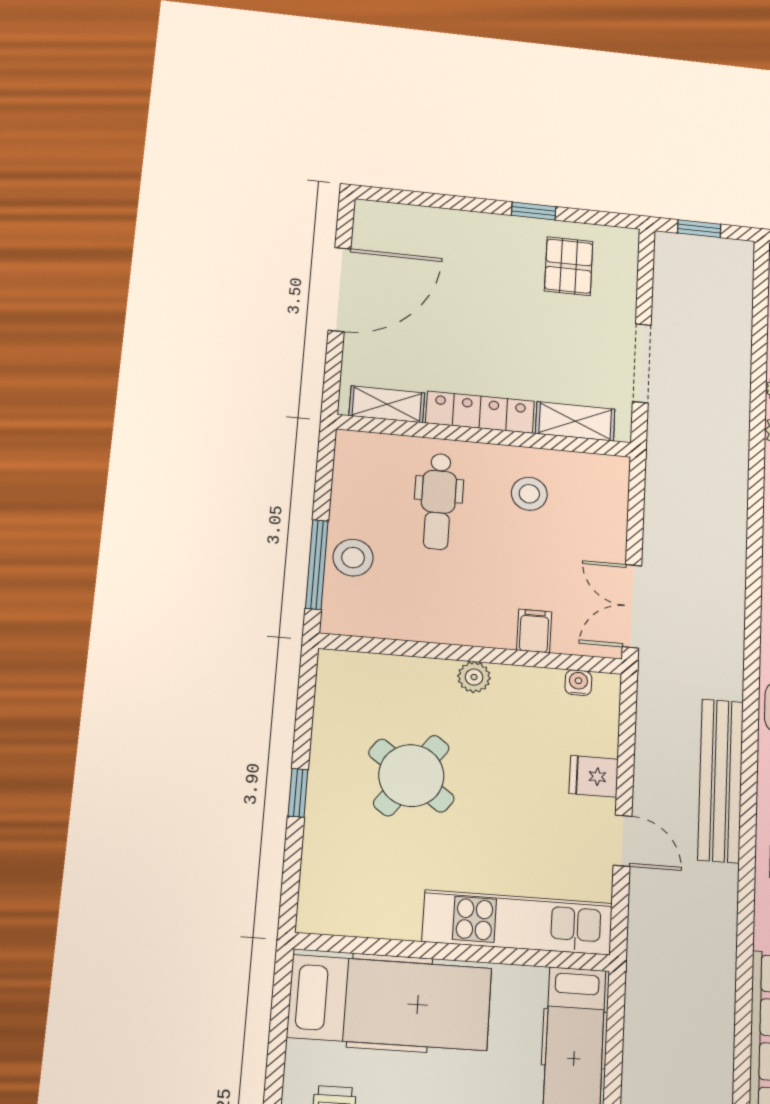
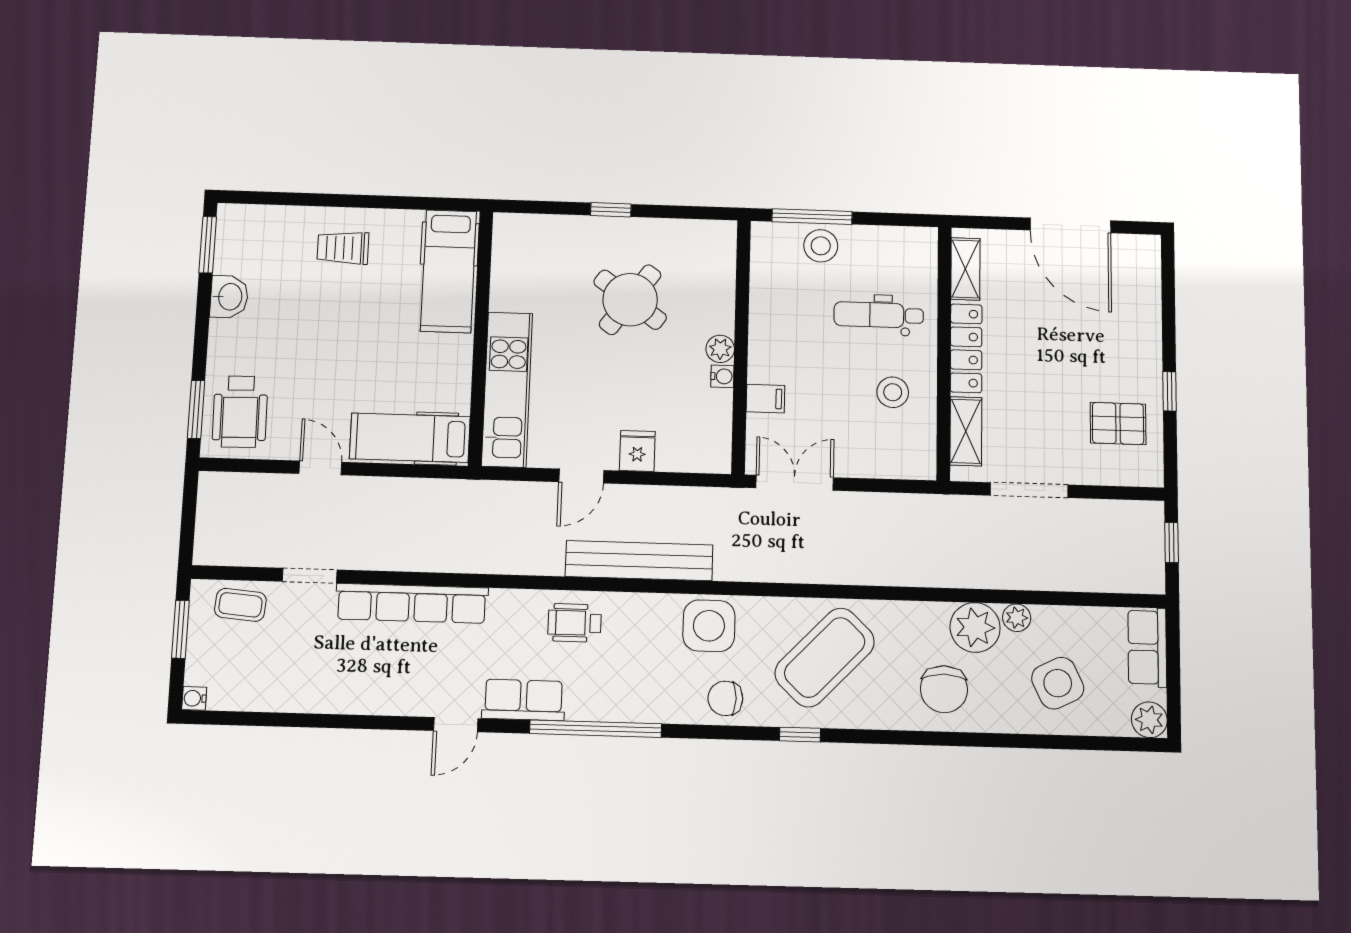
water cooler: (578, 683) -> (722, 376), moved
hospital bed: (390, 1003) -> (449, 271), width x0.73, depth x0.78

